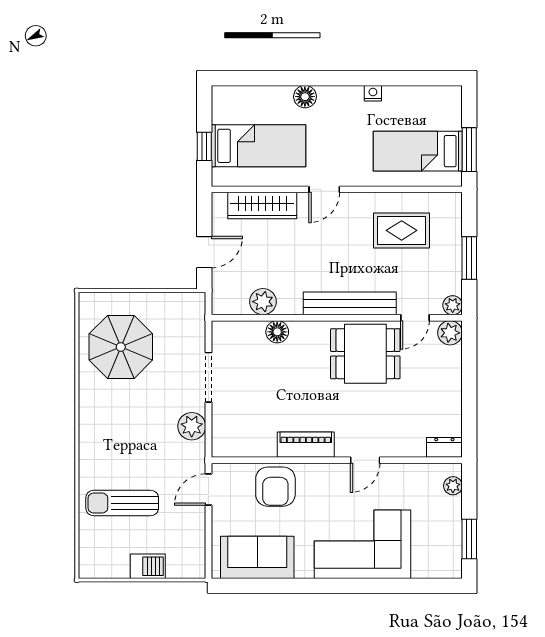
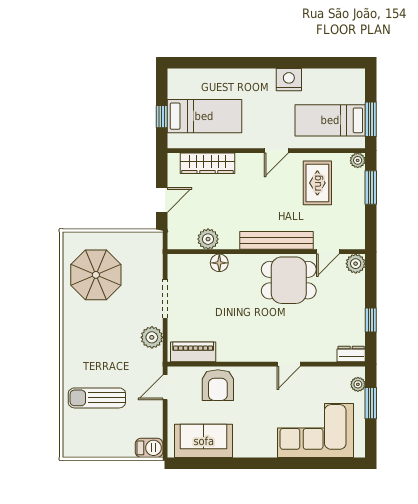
nightstand: (373, 93) -> (289, 80), width x1.89, depth x1.79
floor lamp: (305, 97) -> (241, 77), removed
door: (324, 189) -> (276, 151), moved
rug: (402, 230) -> (317, 183), turned 90
window: (469, 258) -> (371, 188), moved
plant: (453, 305) -> (358, 160), moved
window: (469, 404) -> (371, 320), added
piano: (306, 445) -> (193, 352), moved
window: (469, 539) -> (371, 403), moved
corner sofa: (362, 544) -> (316, 430), moved
barbecue: (148, 566) -> (149, 448), moved

